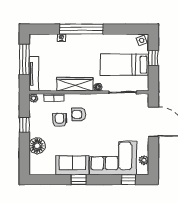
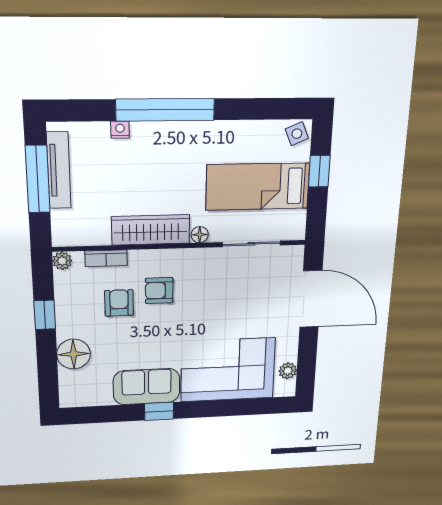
tv unit: (34, 74) -> (59, 170), moved
window: (128, 180) -> (256, 406), removed

